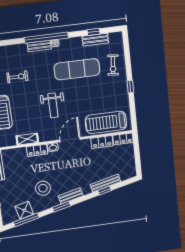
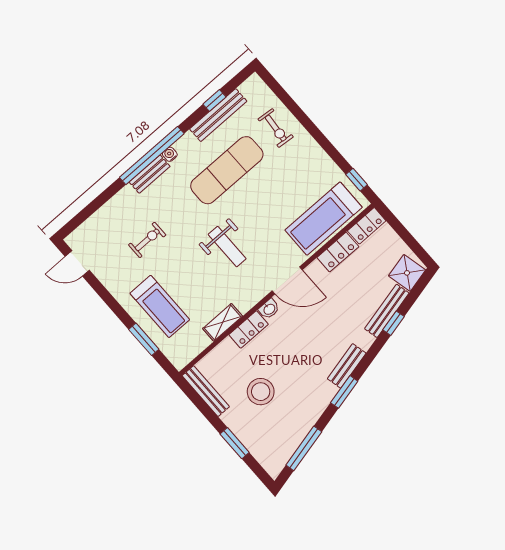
bench: (95, 40) -> (218, 115), width x1.36
window: (130, 87) -> (357, 180), moved
door: (70, 140) -> (287, 280), swing flipped
stool: (43, 188) -> (261, 392), moved
shower: (24, 210) -> (407, 273), moved

